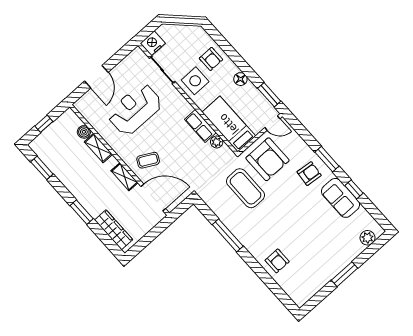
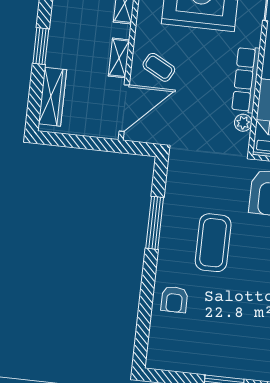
row of seats: (200, 126) -> (246, 80), width x1.48
coffee table: (245, 188) -> (213, 243), moved
door: (153, 197) -> (124, 108), hinge flipped

